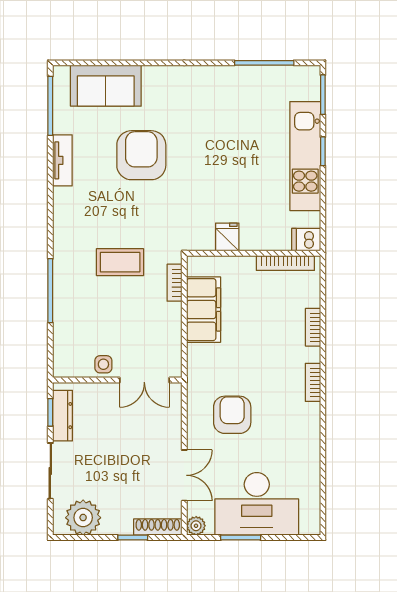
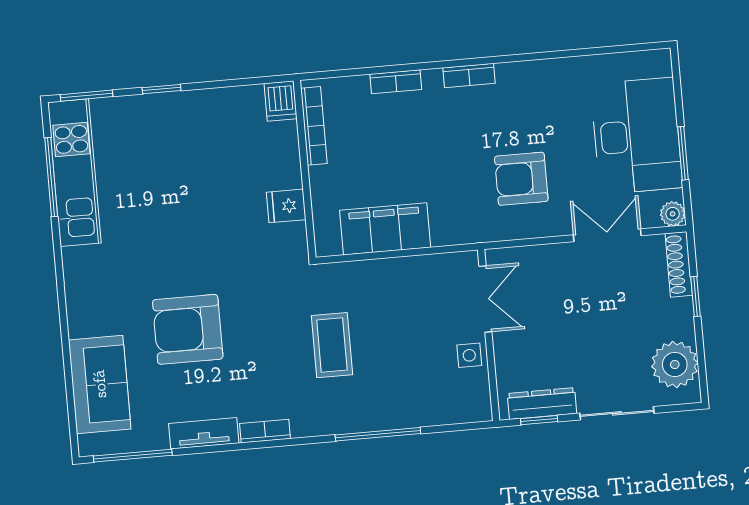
kitchen unit: (305, 156) -> (74, 173), moved, turned -90
bookcase: (174, 283) -> (265, 431), moved, turned 180

